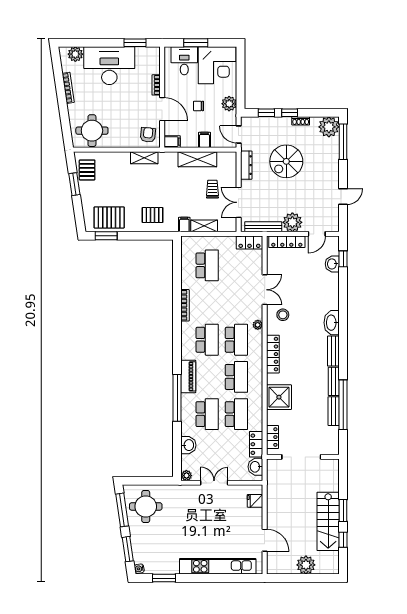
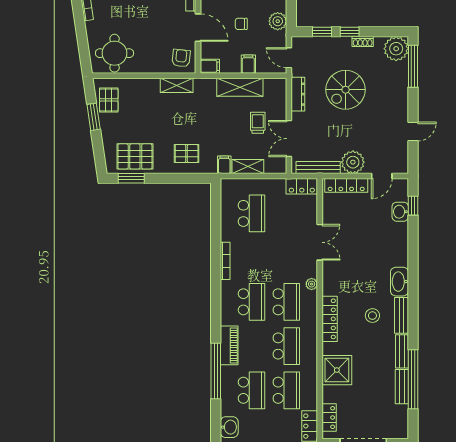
stool: (283, 315) -> (372, 316), moved

